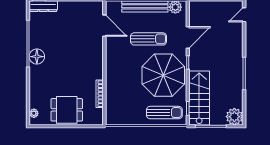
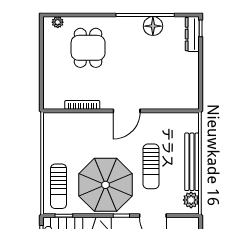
door: (104, 26) -> (127, 111), moved
floor lamp: (37, 57) -> (153, 26), moved
dining table: (67, 110) -> (88, 48), moved

